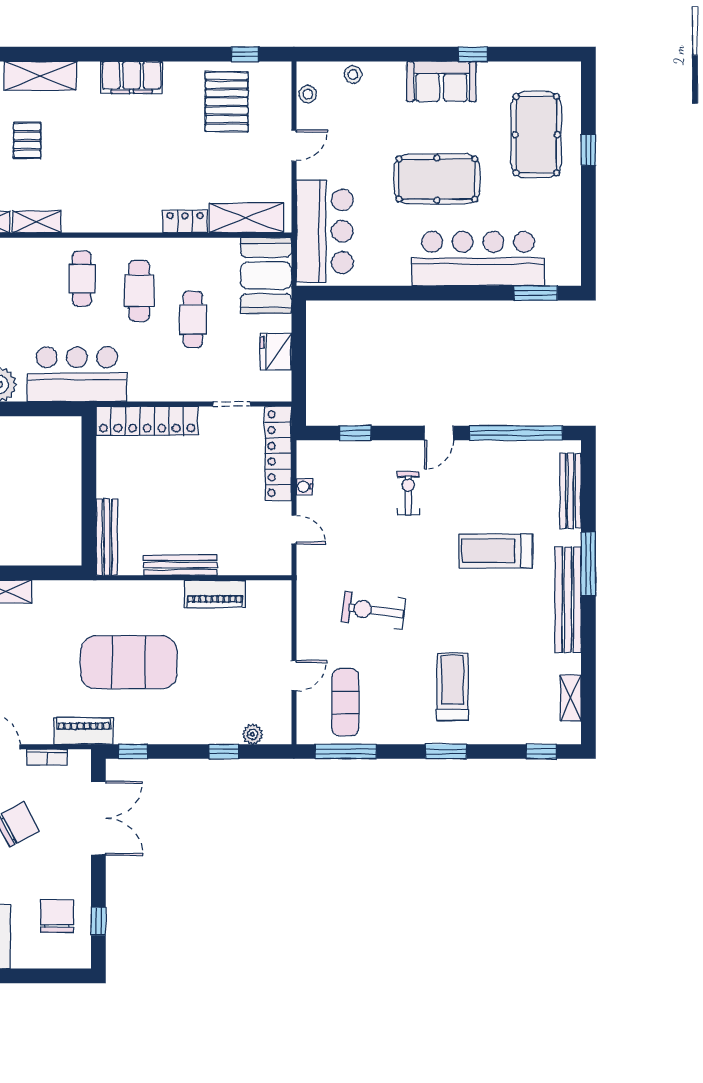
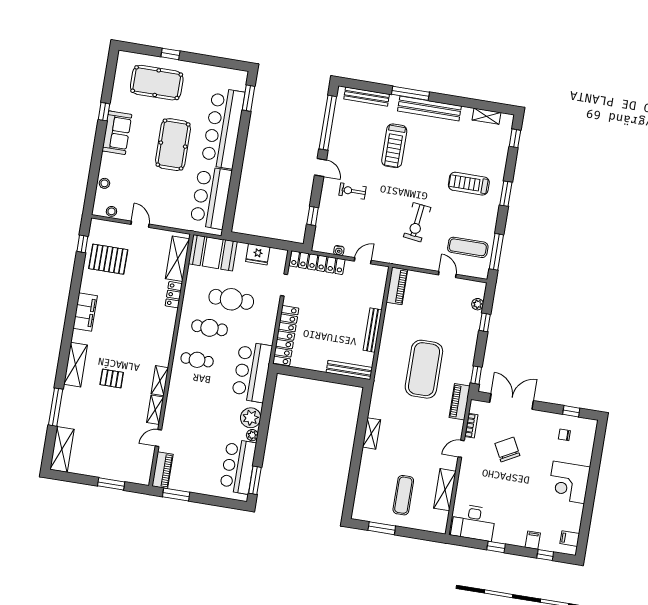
bar counter: (325, 231) -> (211, 197), moved, turned -90
cafe table: (193, 319) -> (231, 299), width x1.37, depth x1.35
piano: (215, 594) -> (397, 286), moved
chair: (57, 916) -> (564, 435), width x0.54, depth x0.54

